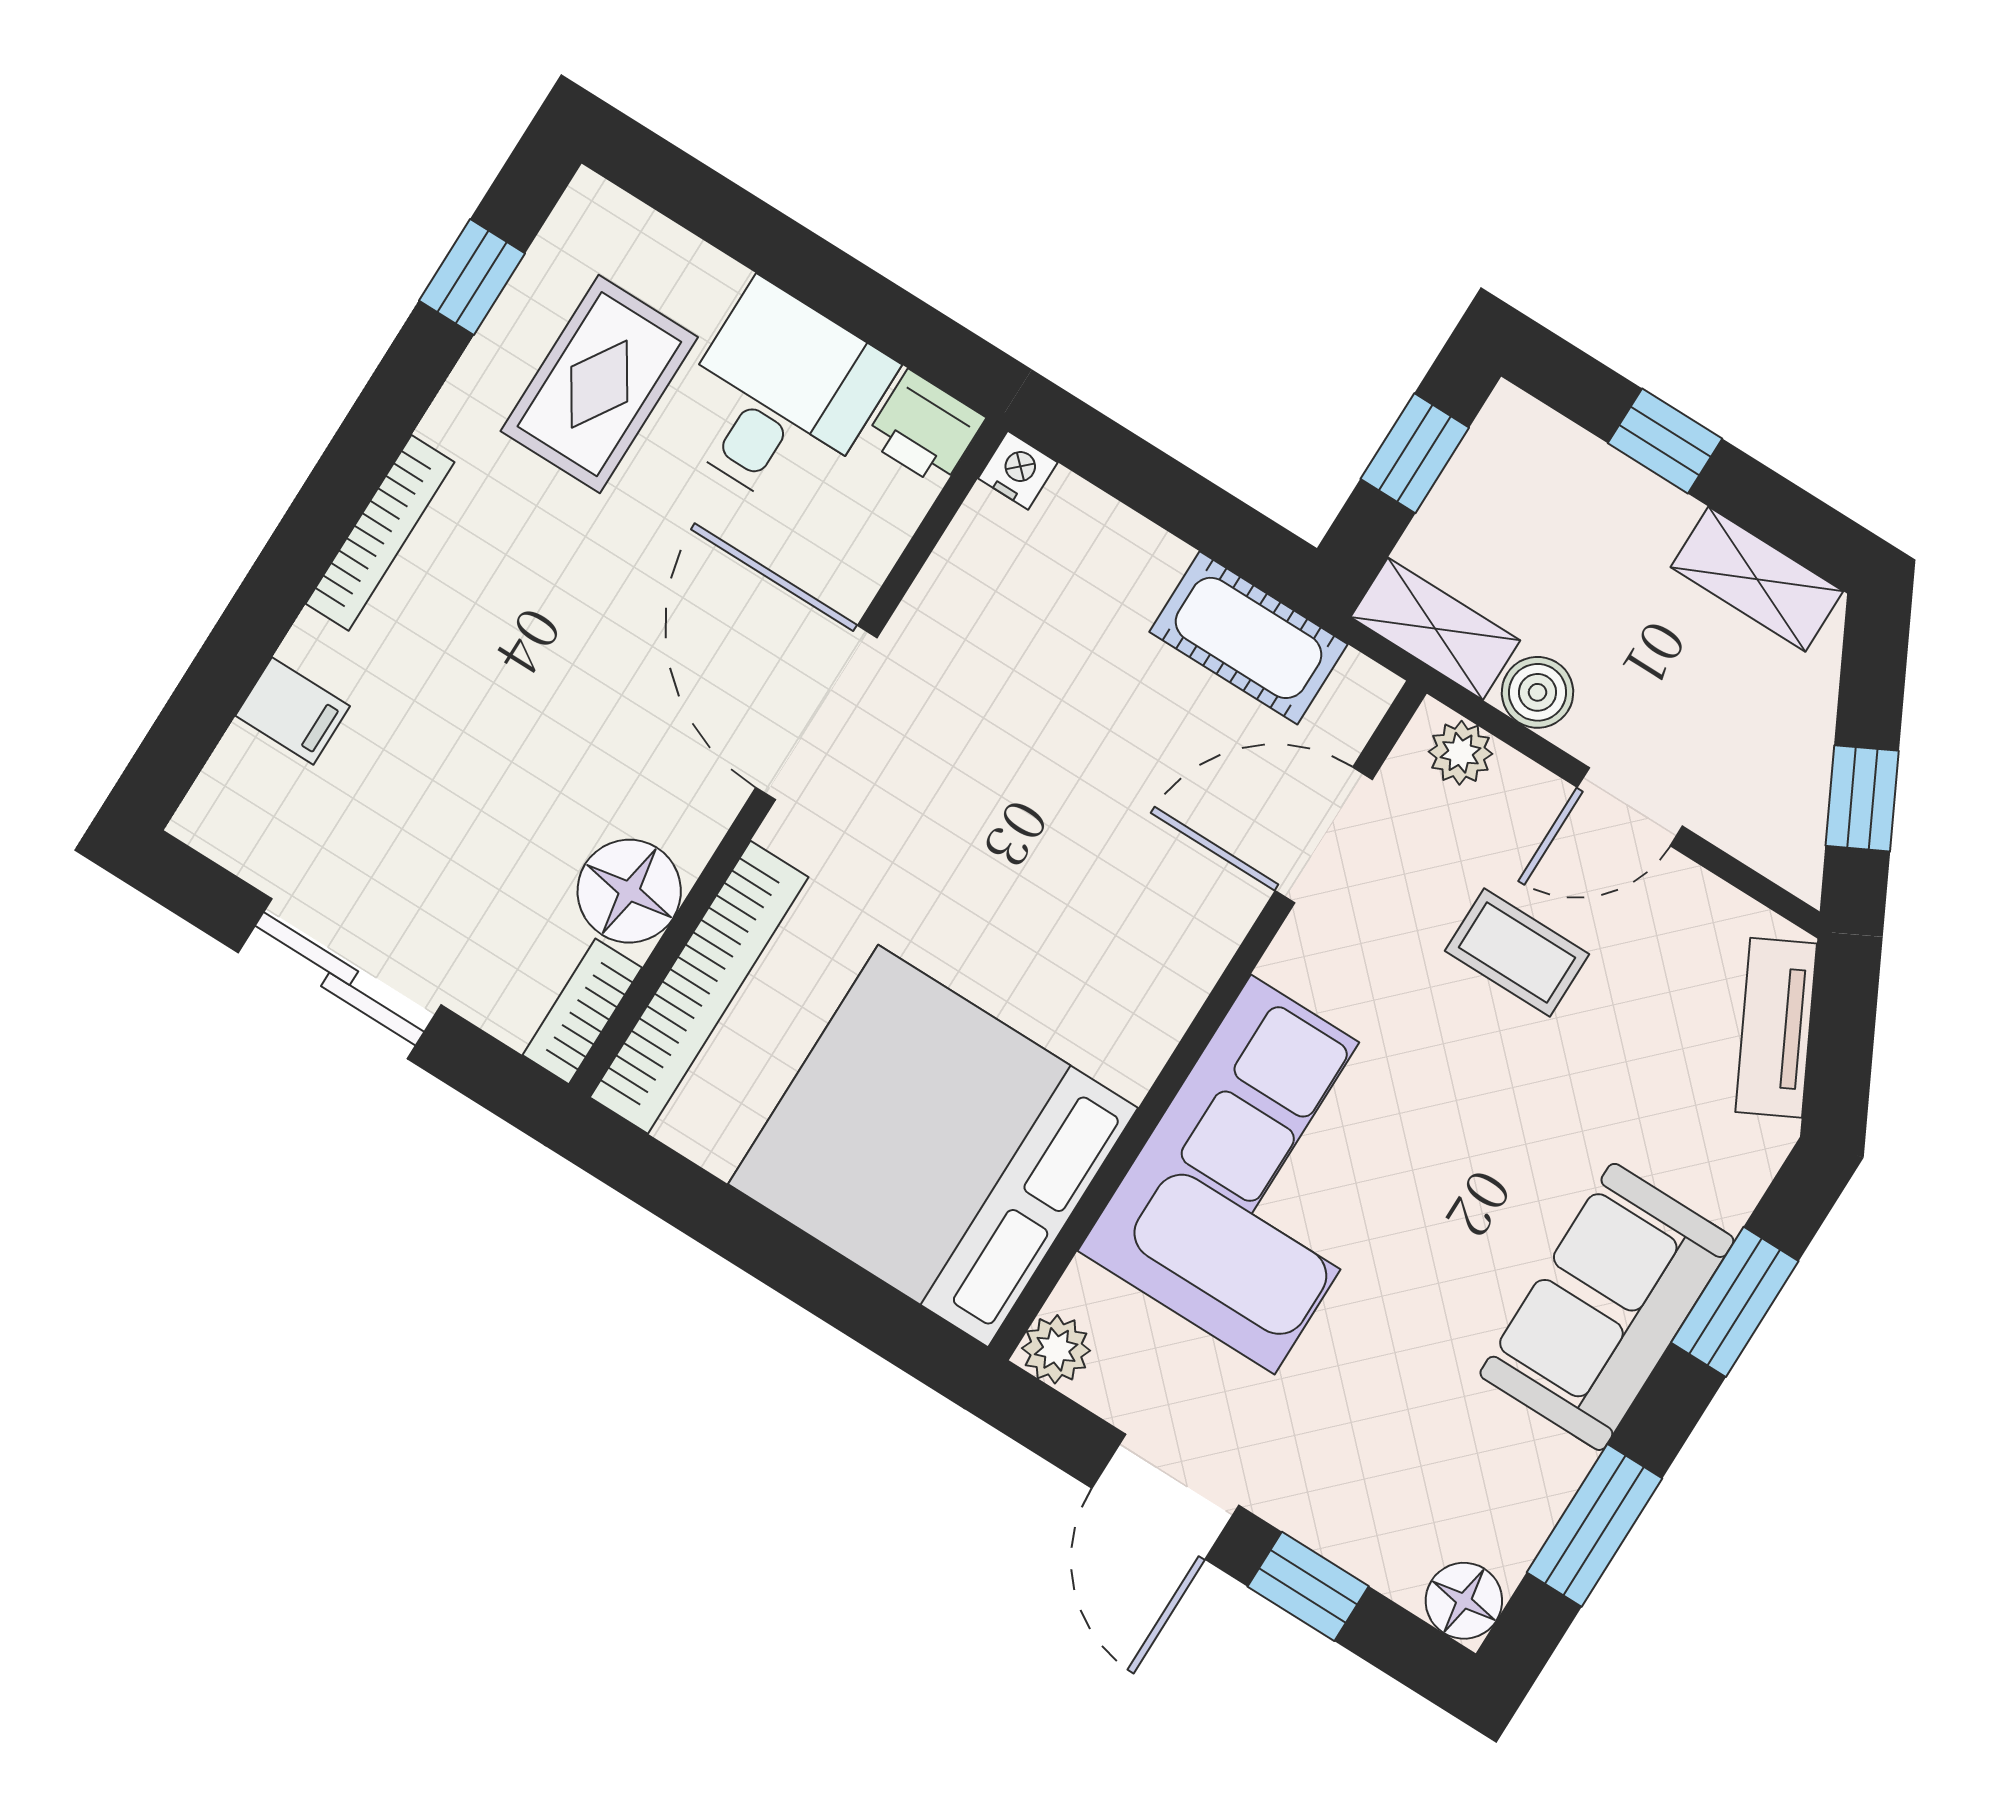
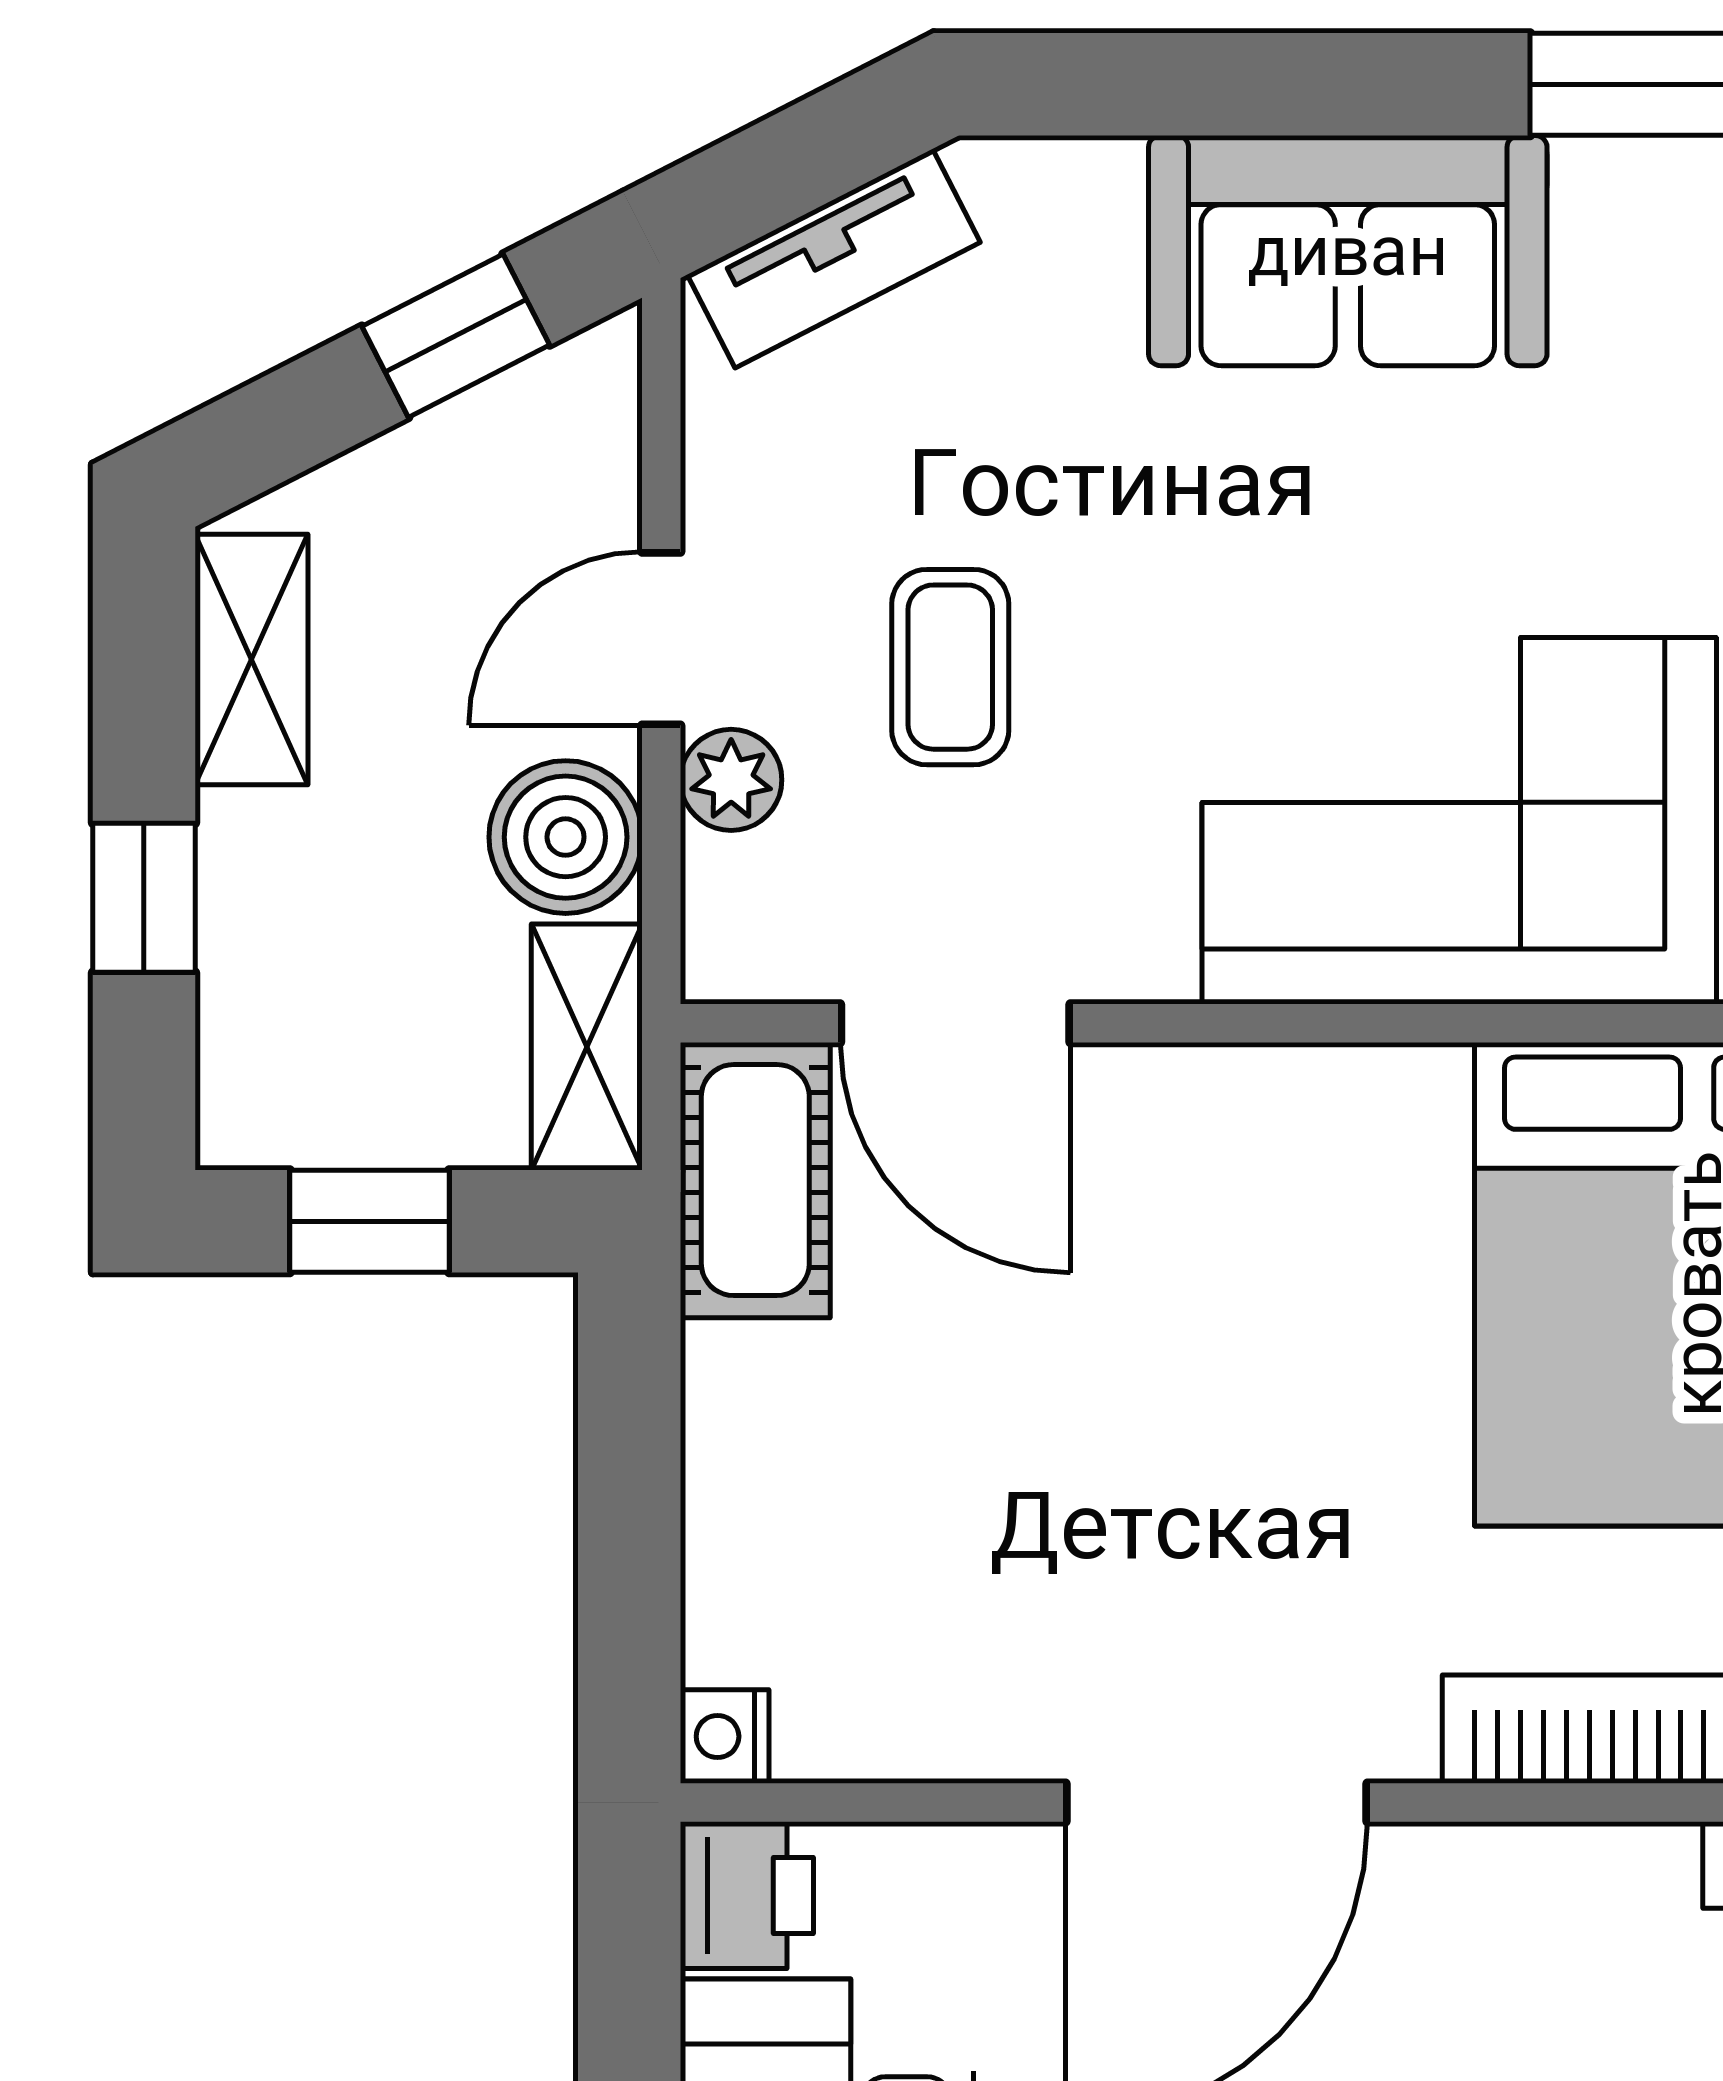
cot: (1249, 638) -> (755, 1180), moved
boiler: (1538, 692) -> (566, 837), width x1.36, depth x1.36
plant: (1460, 753) -> (731, 780), moved
door: (1630, 807) -> (661, 639), swing flipped
floor lamp: (629, 891) -> (1611, 1903), removed
window: (1735, 1302) -> (1234, 84), removed

